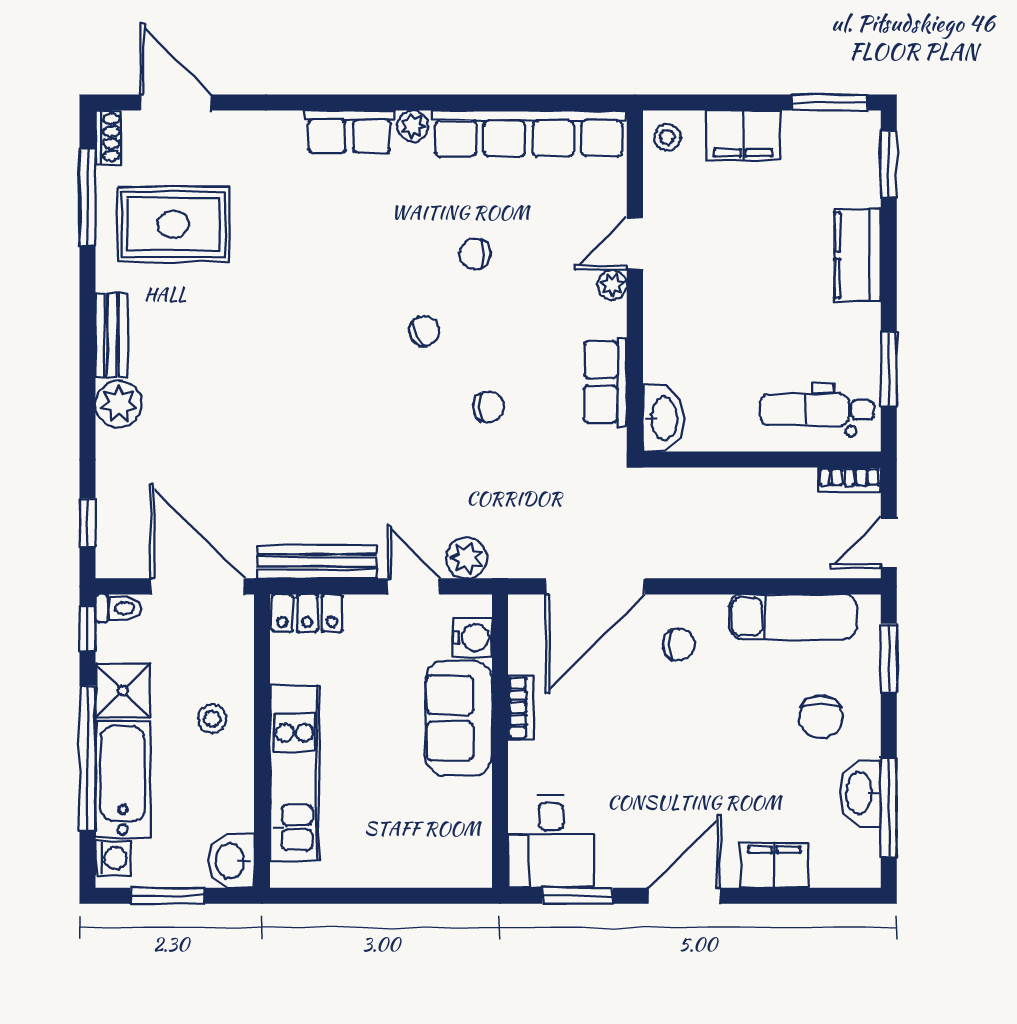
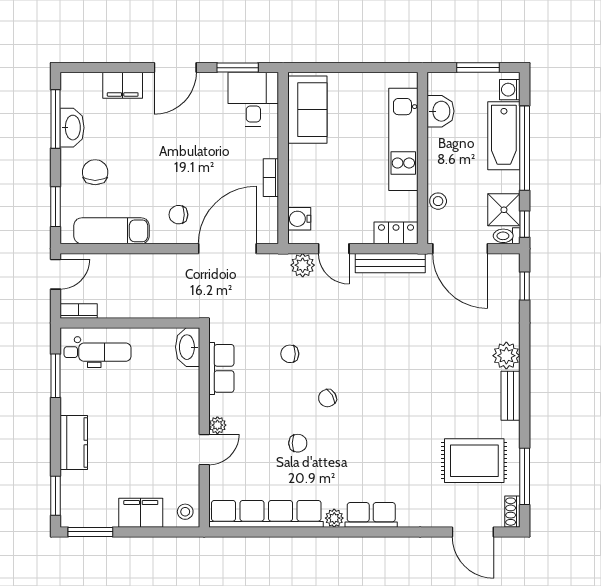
shower: (123, 691) -> (504, 210), moved
sofa: (459, 718) -> (307, 110), moved
stool: (212, 719) -> (438, 201), moved
washbasin: (231, 861) -> (441, 111), moved

